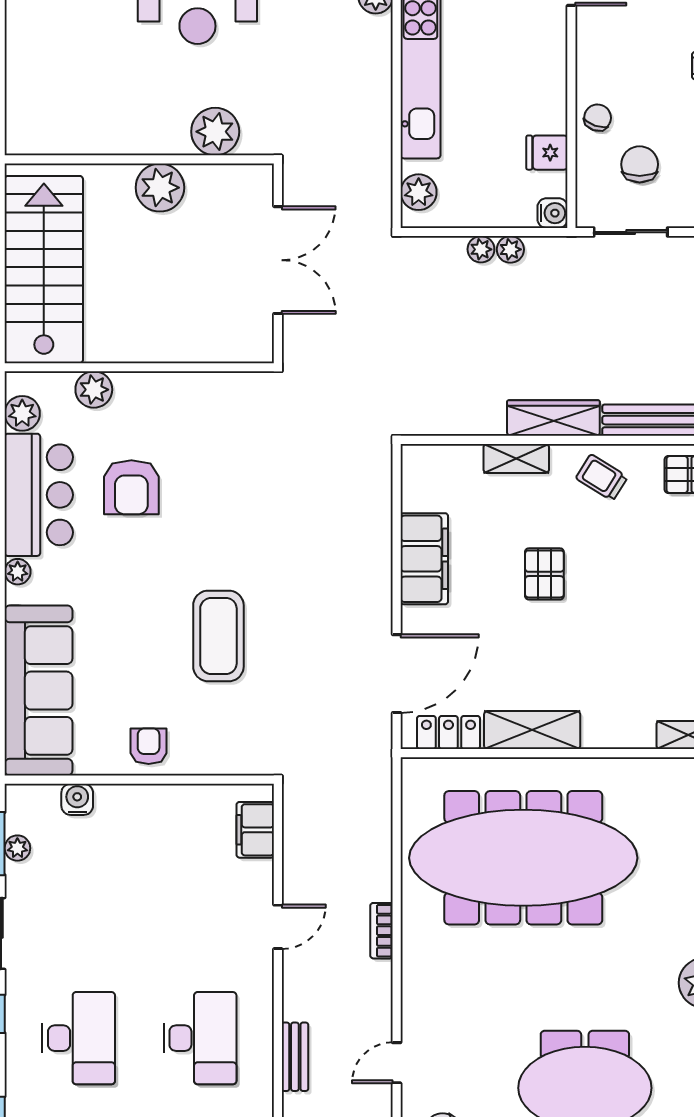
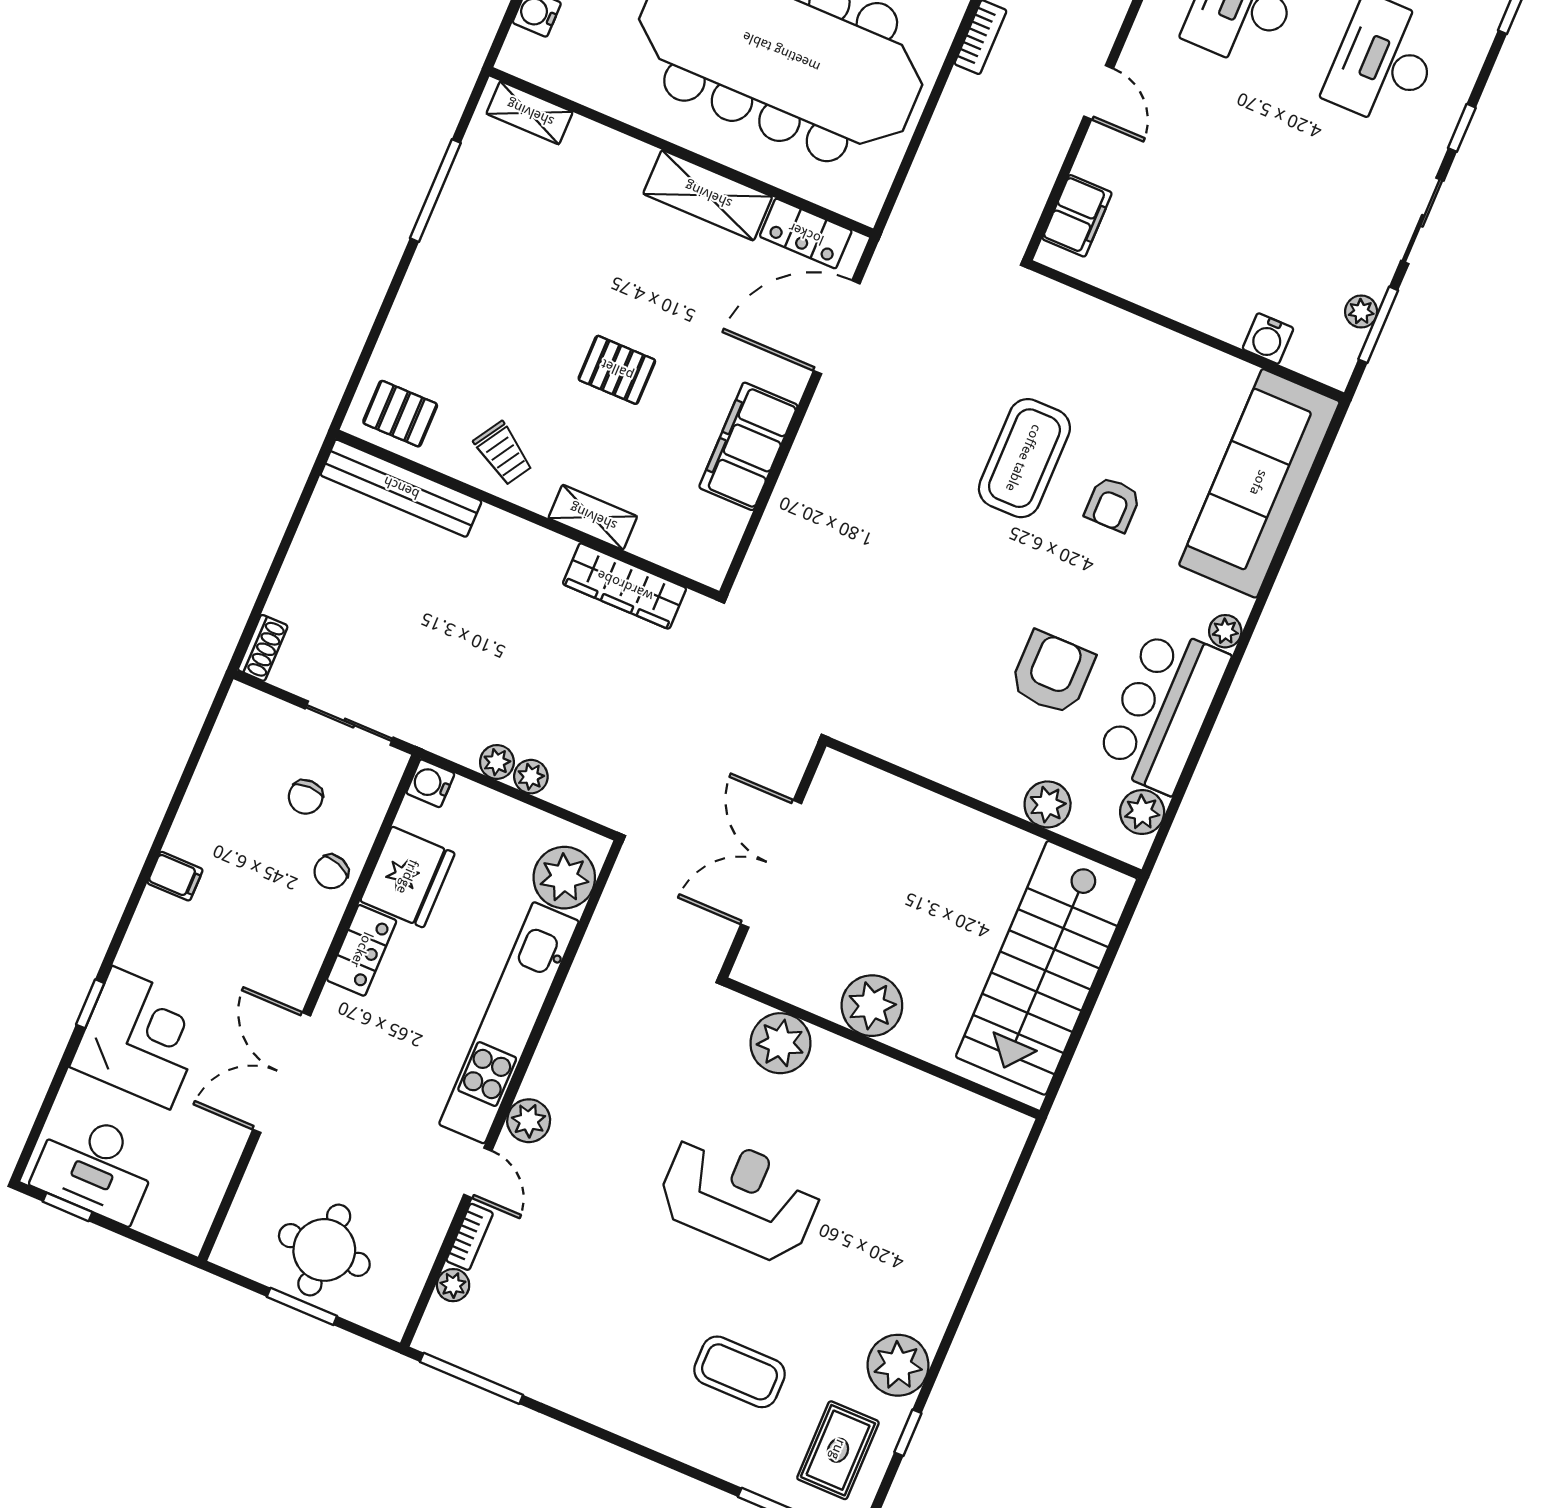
locker: (551, 69) -> (362, 950), added
fridge: (547, 153) -> (408, 877), width x1.88, depth x1.34
chair: (640, 164) -> (306, 797), width x0.73, depth x0.73
plant: (419, 192) -> (564, 878), width x1.36, depth x1.36
wardrobe: (553, 418) -> (625, 586), moved
pallet: (544, 574) -> (617, 370), turned 90
armchair: (149, 746) -> (1113, 504), moved
door: (278, 927) -> (1099, 92), swing flipped

